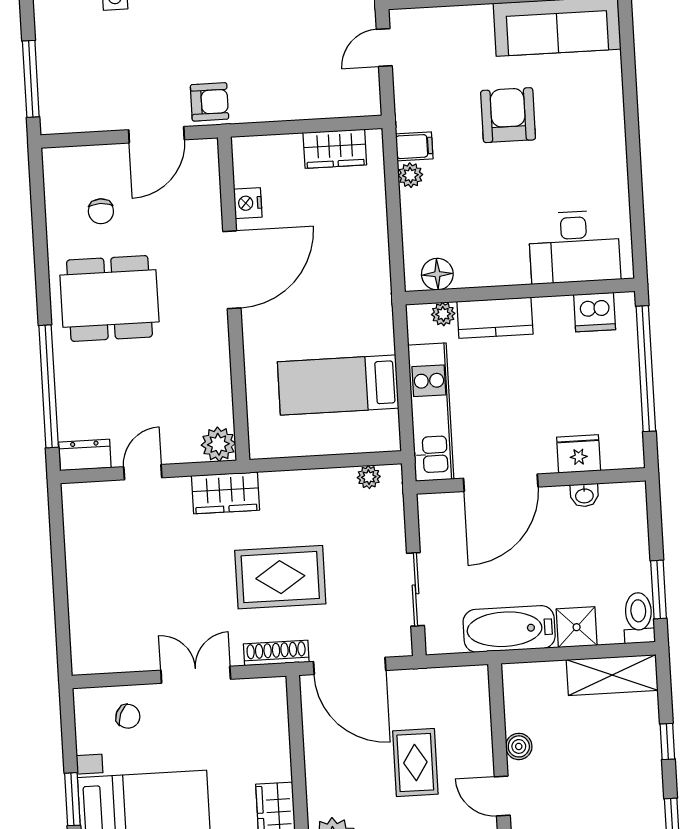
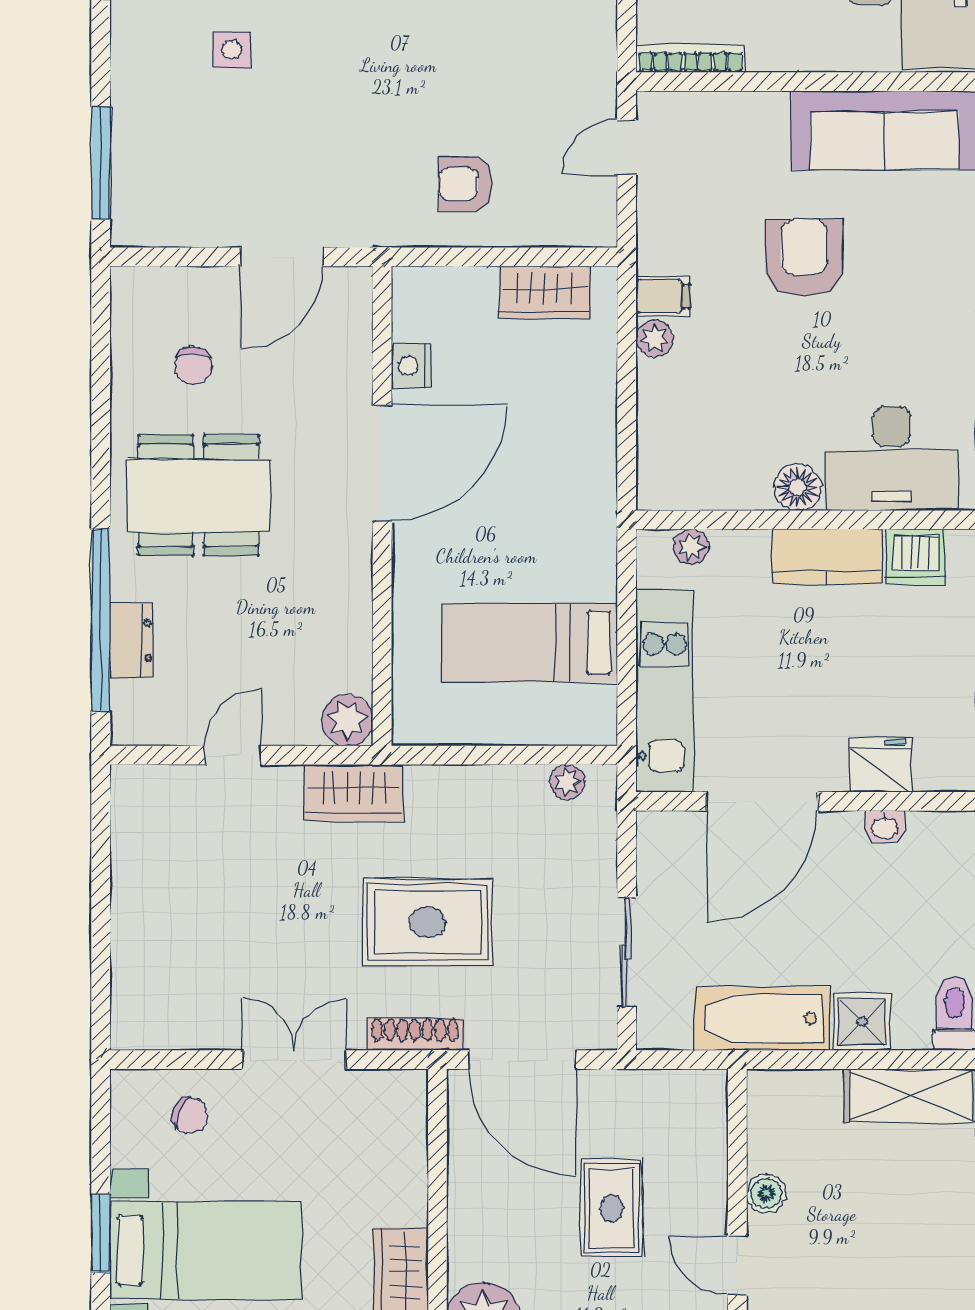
armchair: (210, 102) -> (466, 184), moved, turned 180
floor lamp: (437, 274) -> (798, 487), moved
kitchen counter: (495, 318) -> (827, 557), moved
dresser: (85, 455) -> (131, 640), moved, turned 90

